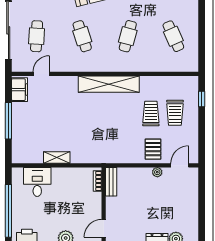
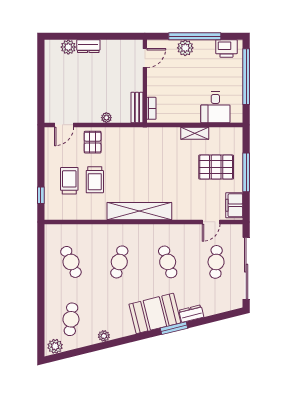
pallet: (37, 126) -> (216, 167), added
plant: (157, 172) -> (106, 118), moved

